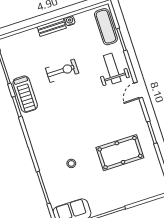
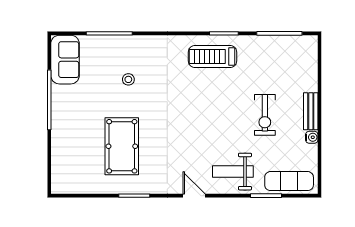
weight bench: (112, 68) -> (233, 172), turned 180
exercise bike: (62, 71) -> (265, 115), moved
treadmill: (25, 94) -> (213, 56), moved

